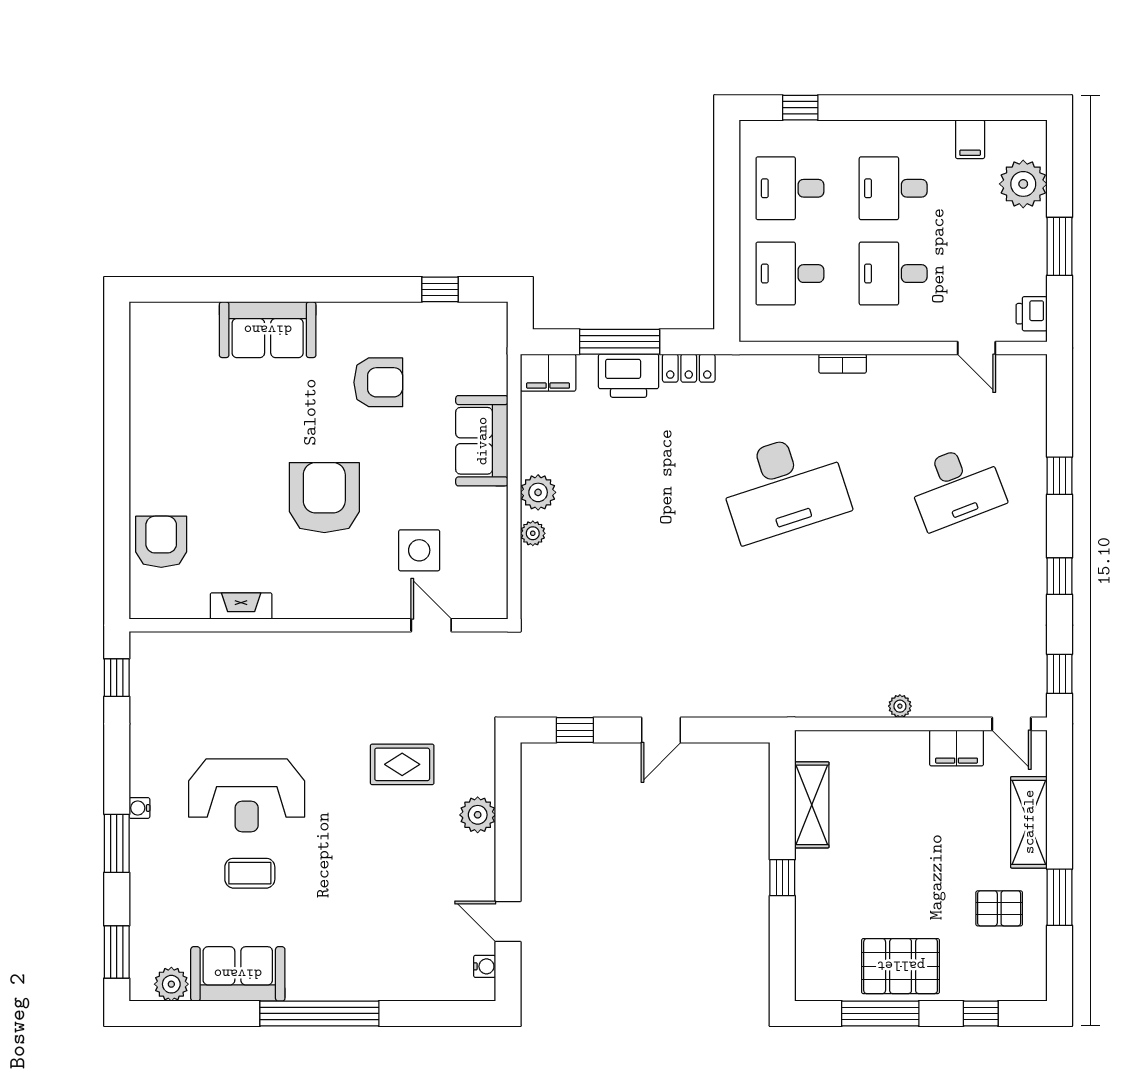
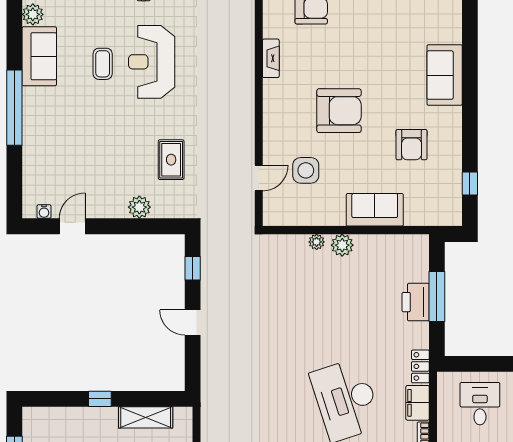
locker: (689, 368) -> (420, 366), moved
filing cabinet: (548, 373) -> (418, 403), moved

